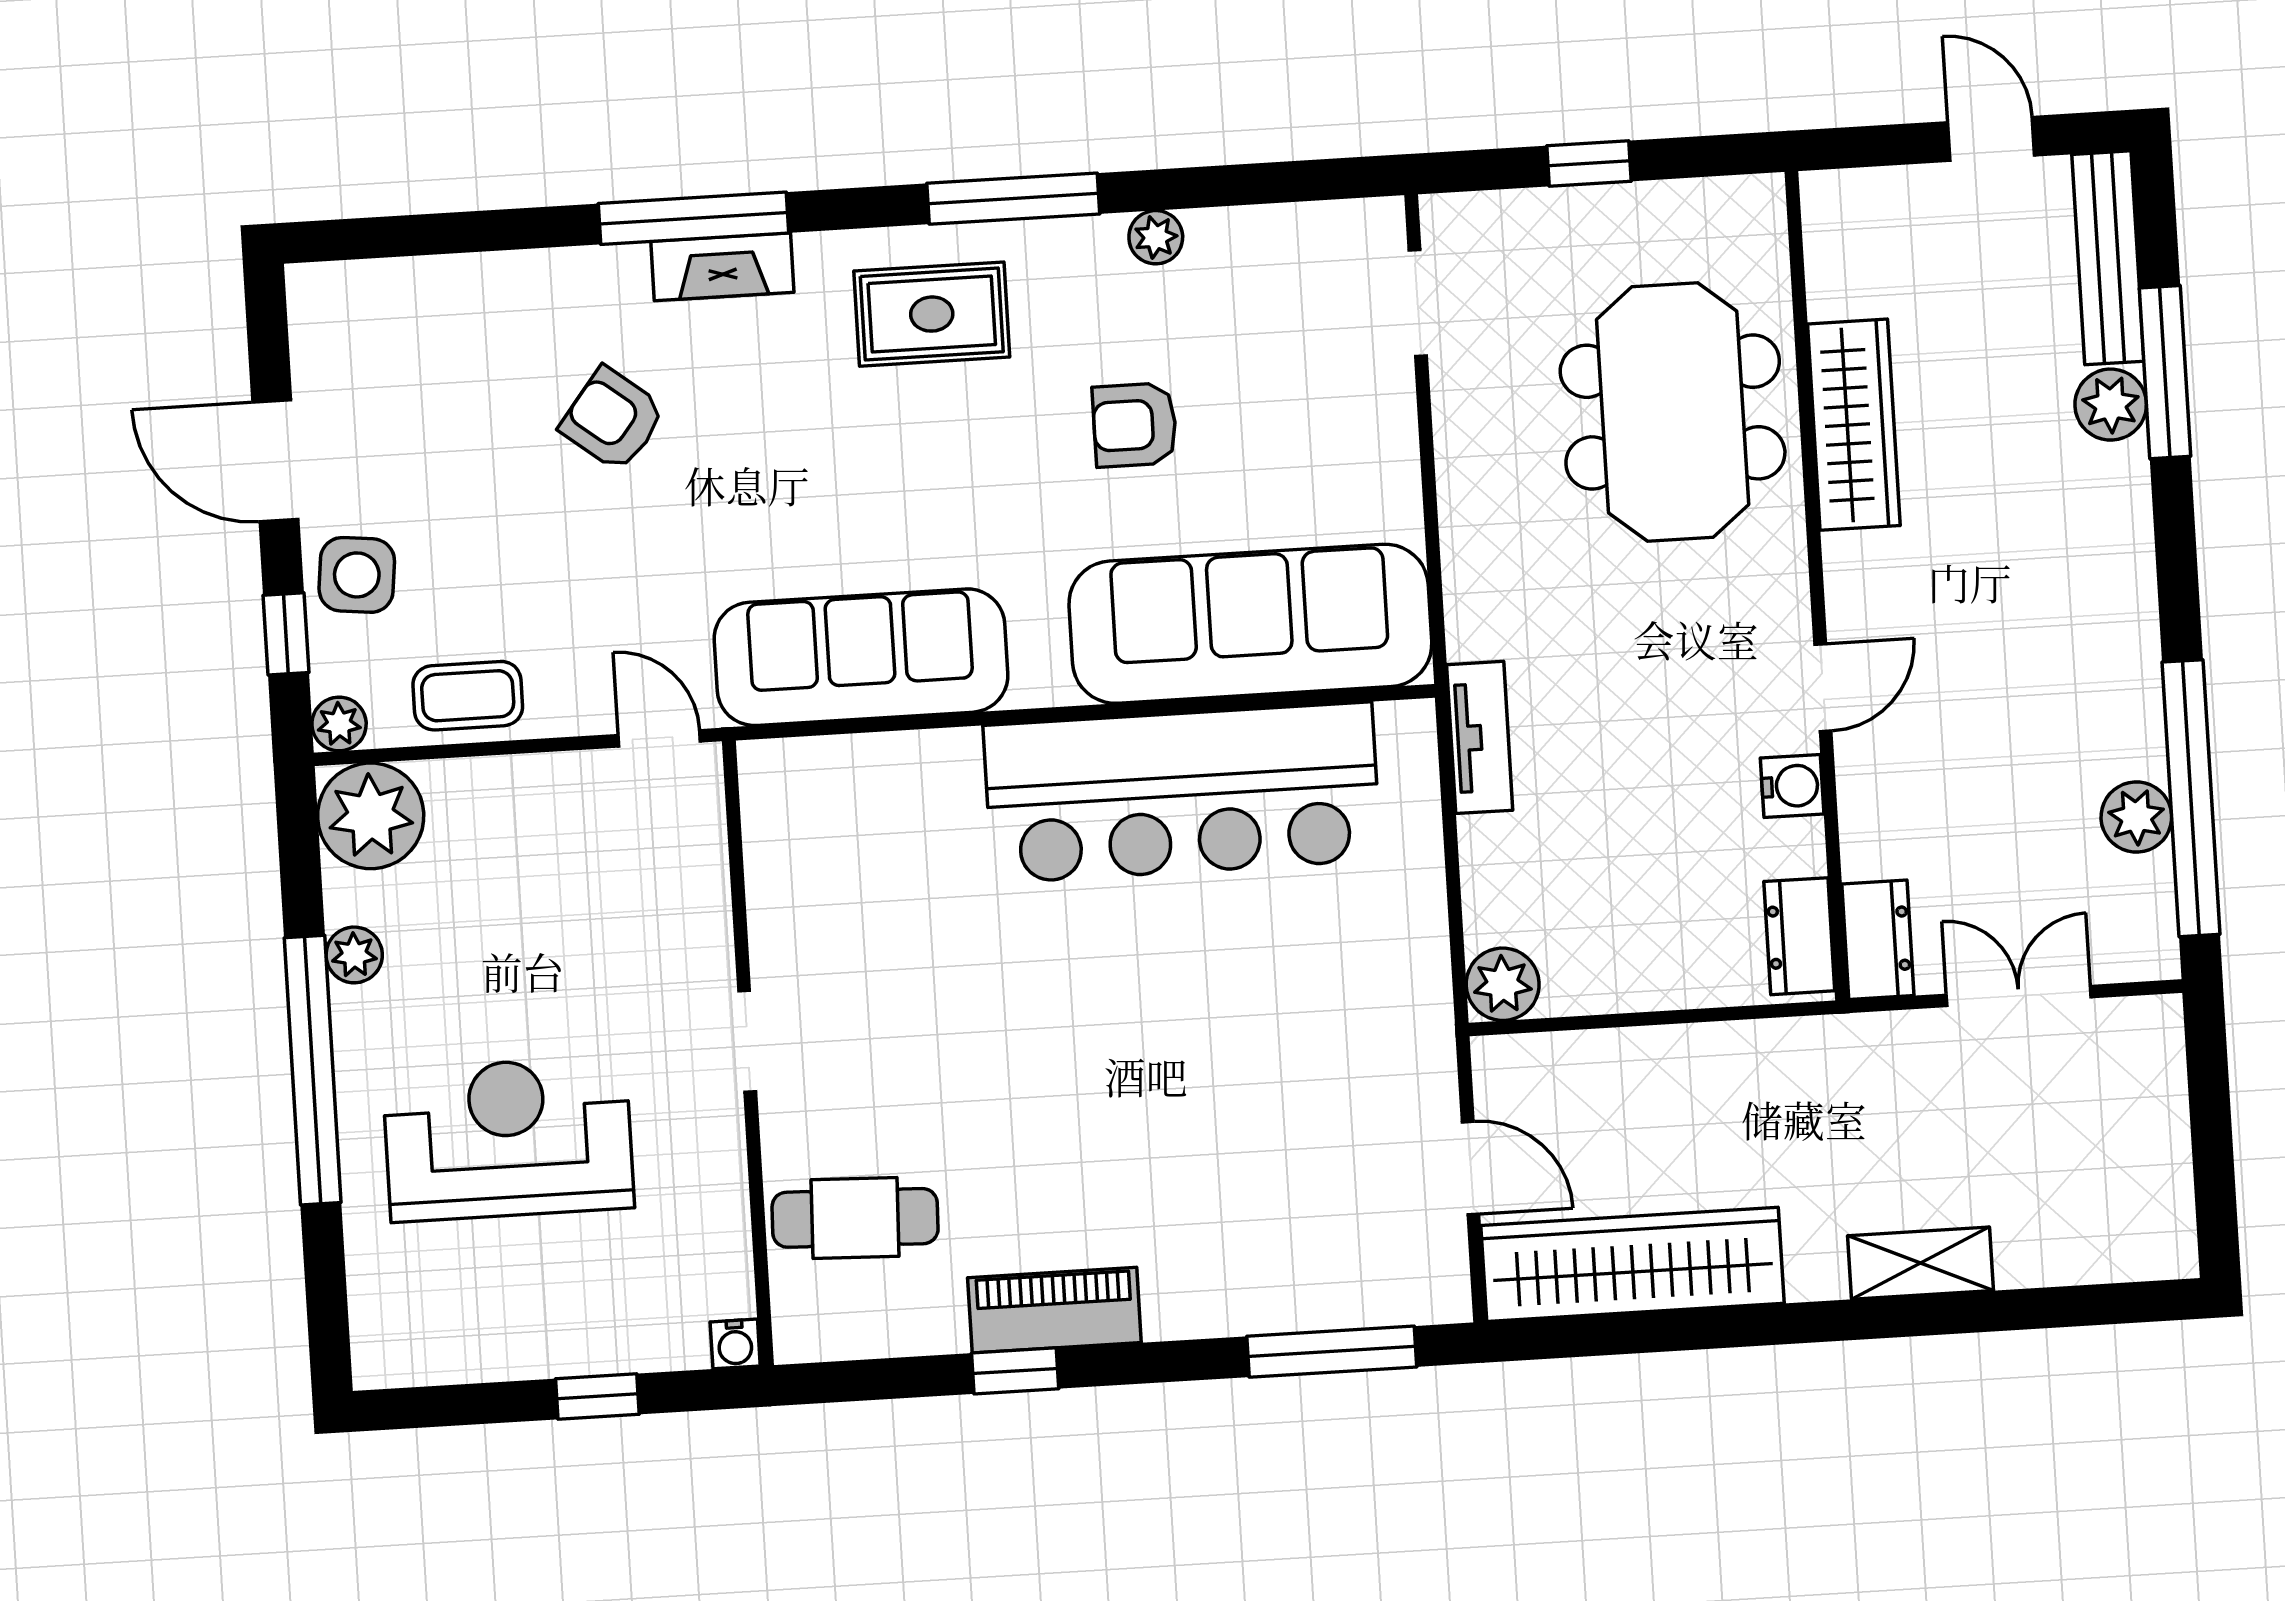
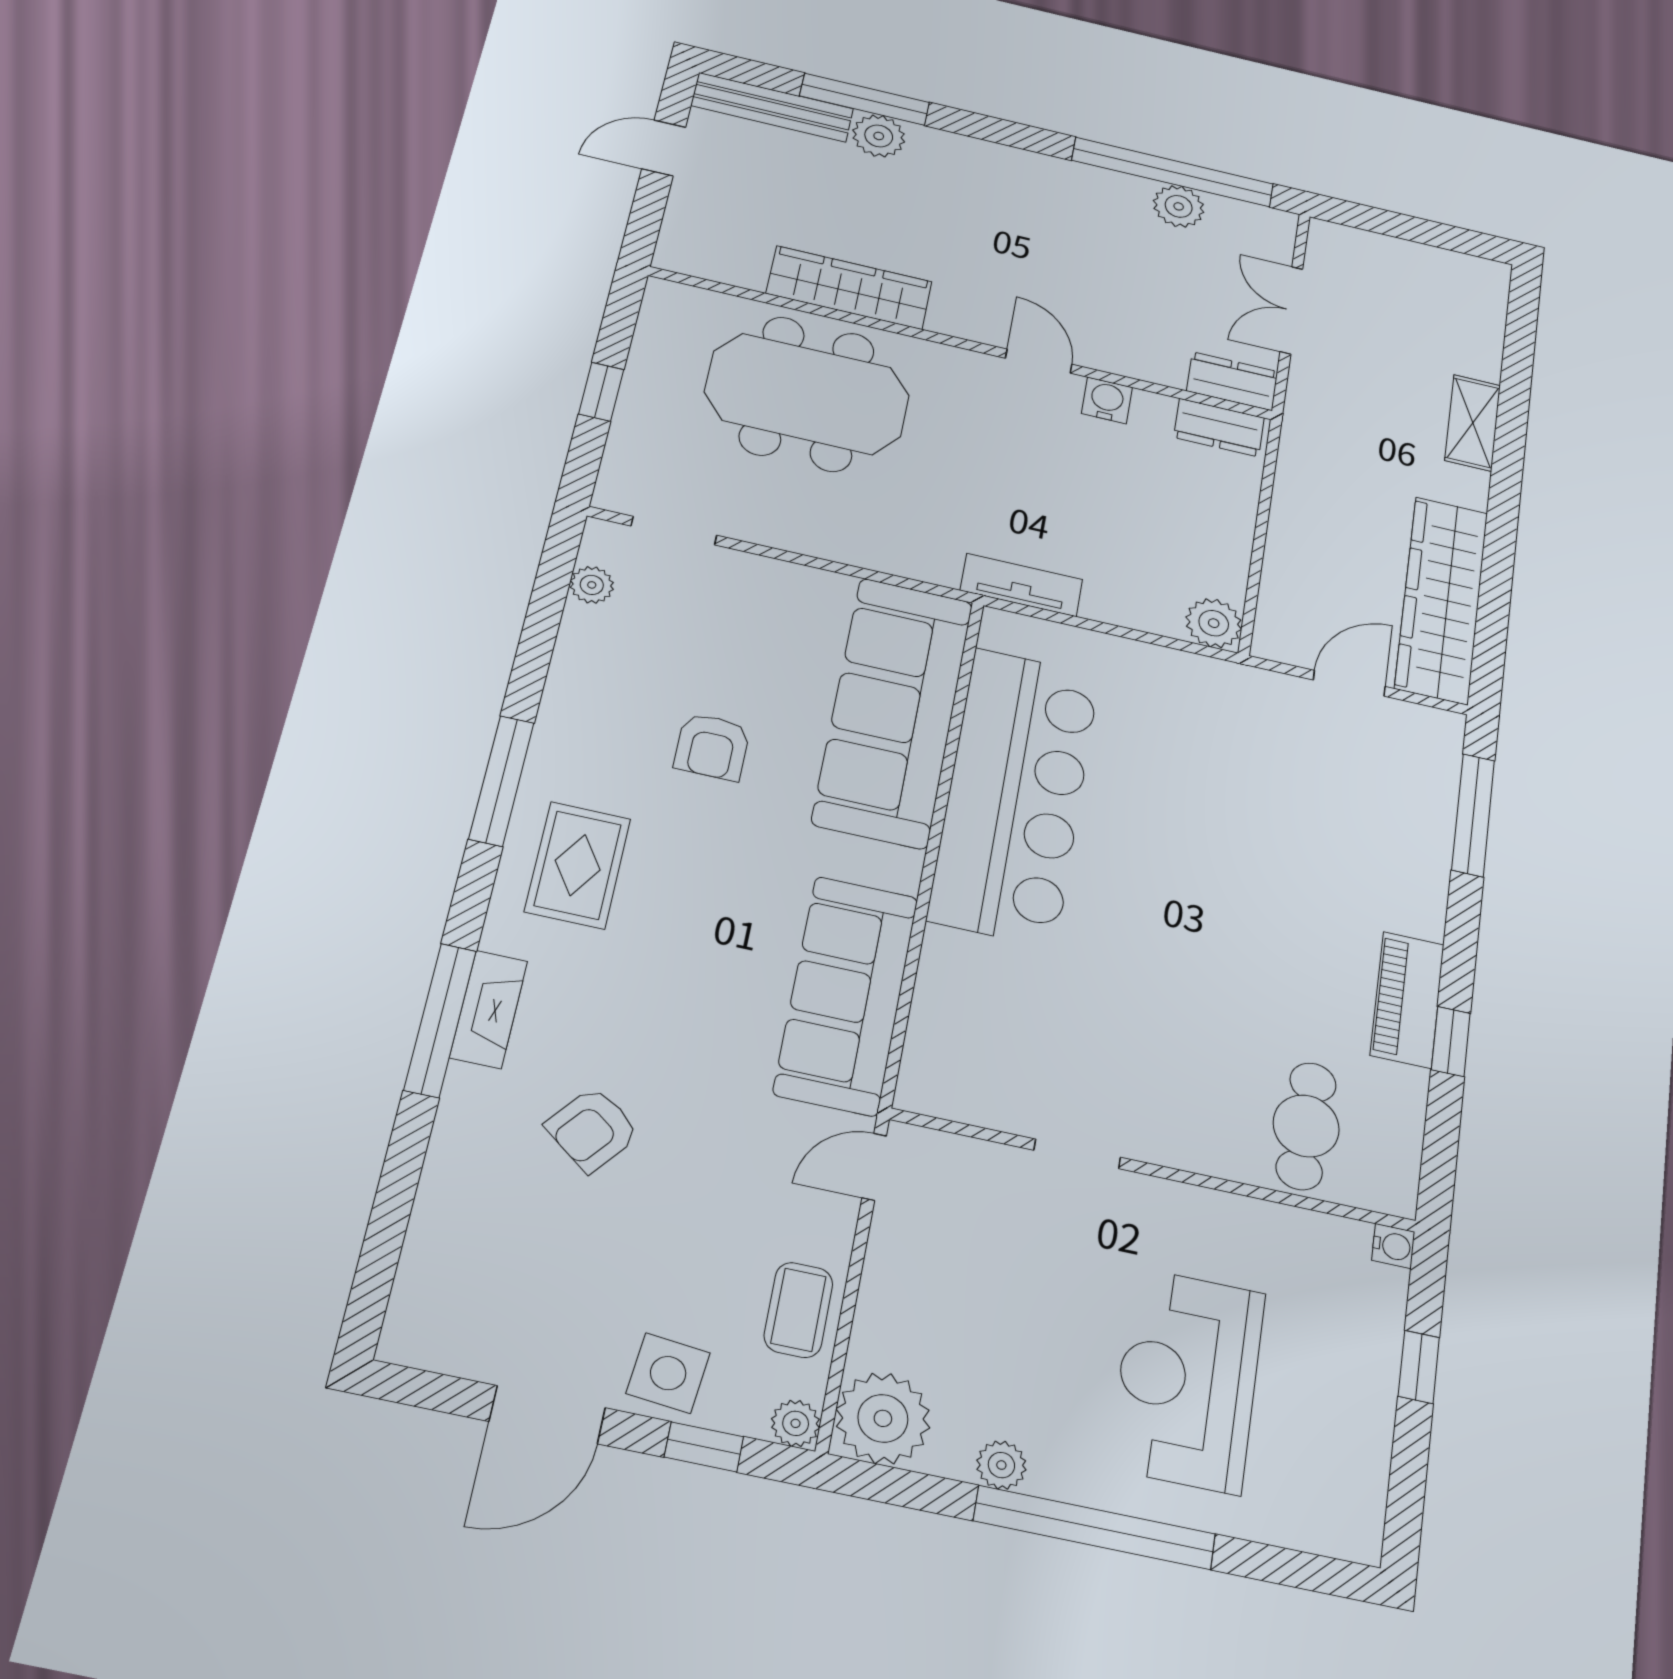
plant: (1156, 237) -> (592, 585), moved
doorway: (747, 1041) -> (1077, 1154), moved

